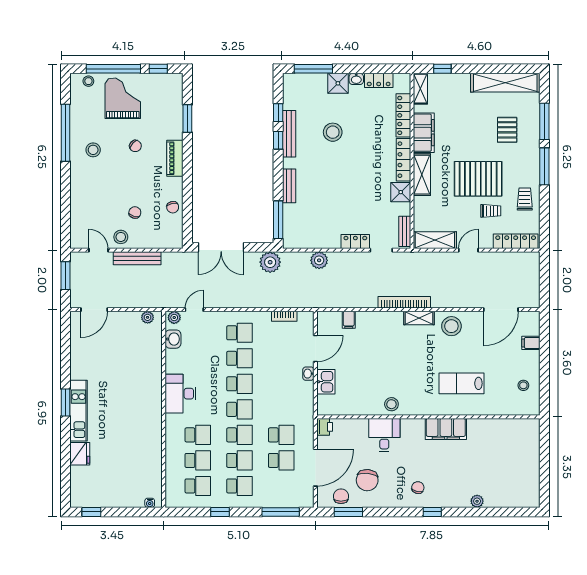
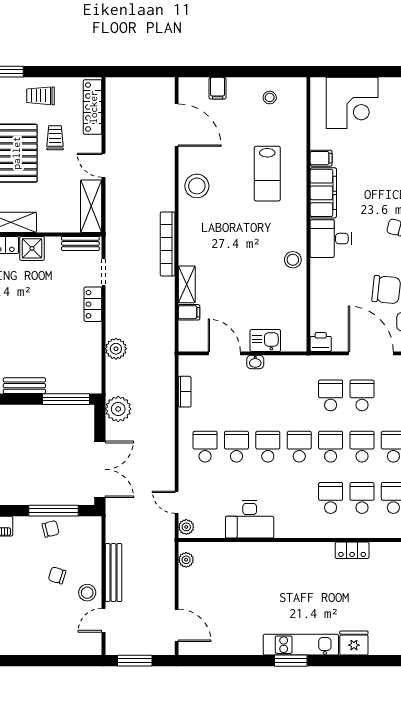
window: (187, 210) -> (54, 511), added
shelving: (419, 318) -> (187, 284), moved
washbasin: (173, 339) -> (213, 529), removed
desk: (180, 394) -> (250, 519), moved
filing cabinet: (474, 427) -> (321, 158), added
desk: (384, 435) -> (331, 239), moved
locker: (155, 452) -> (352, 550), added
corner desk: (519, 452) -> (352, 103), added

